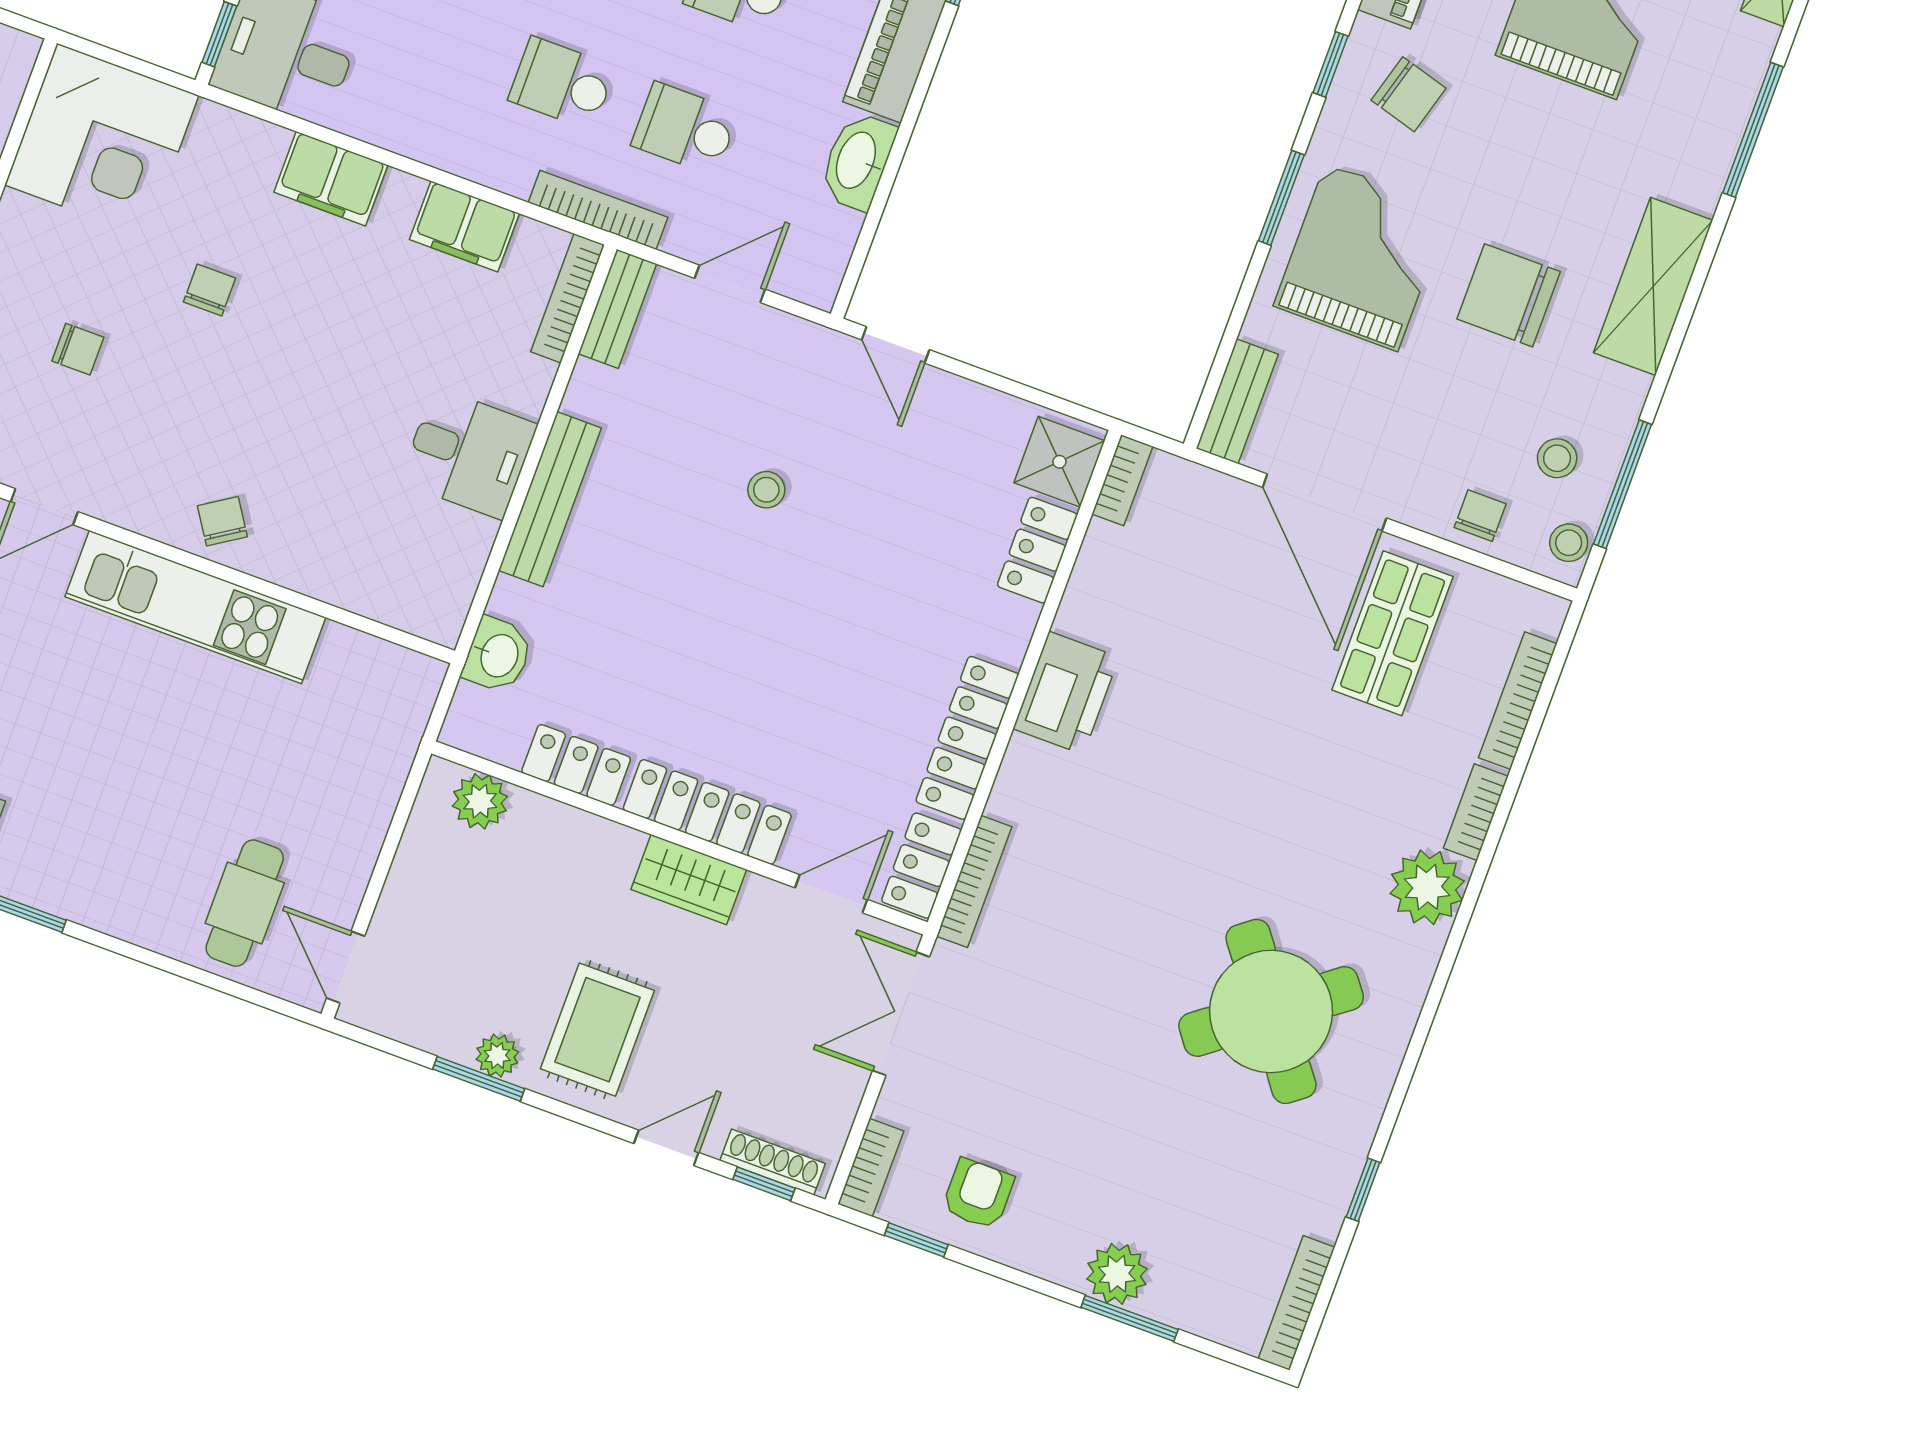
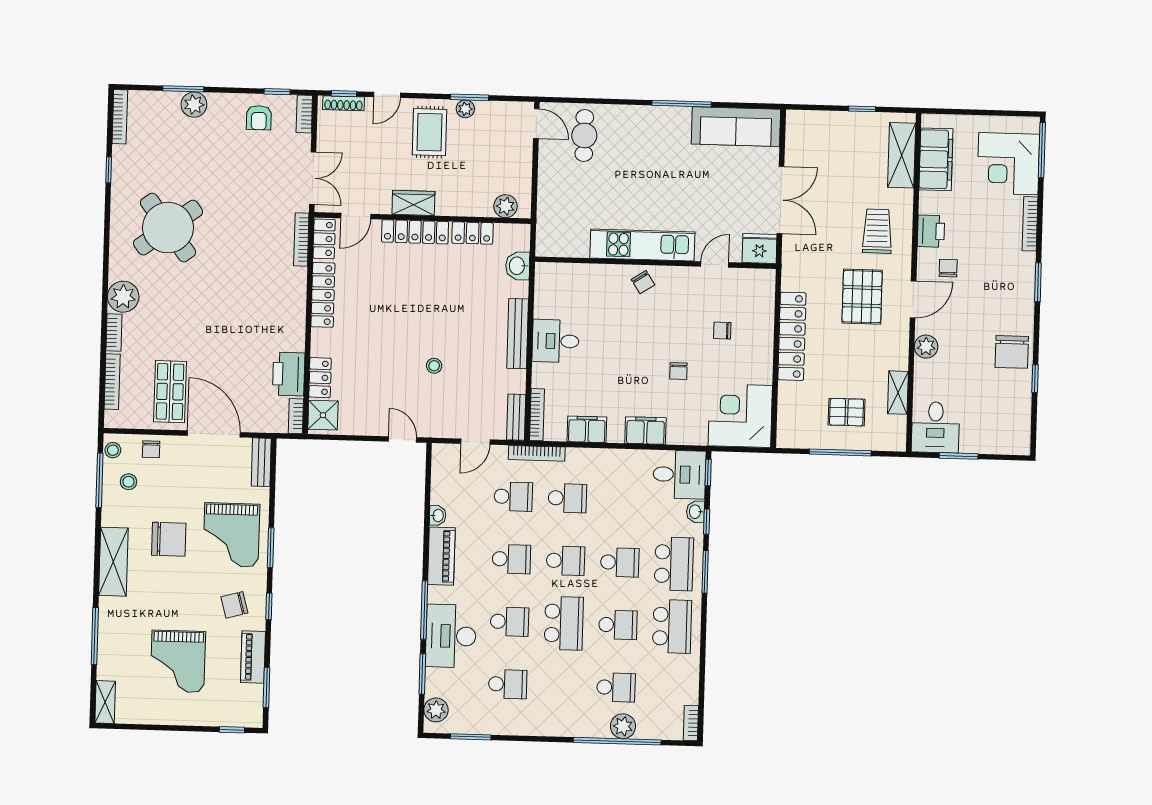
chair: (1408, 94) -> (234, 605), turned -31
washbasin: (857, 161) -> (438, 516), width x0.52, depth x0.69
printer: (1066, 693) -> (289, 374), moved

